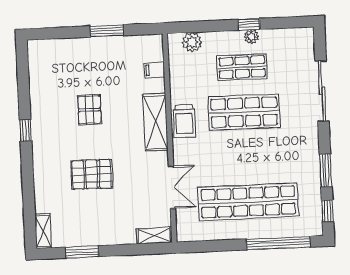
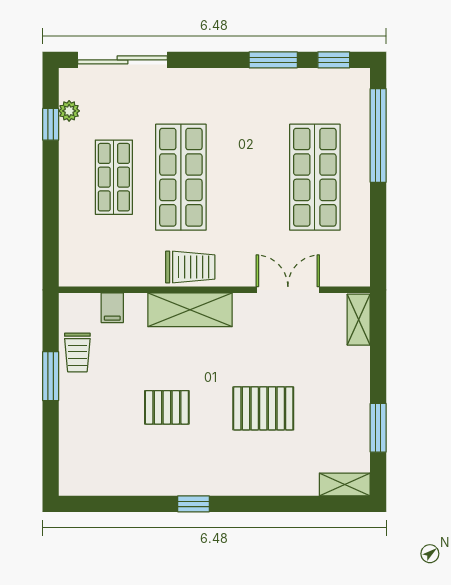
window: (249, 24) -> (51, 124), moved
plant: (251, 37) -> (69, 111), moved
plant: (192, 42) -> (74, 250), removed
trolley: (124, 48) -> (77, 352), added
sliding door: (322, 91) -> (123, 60), moved
pallet: (92, 174) -> (263, 408), turned 90
shop shelf: (248, 202) -> (315, 177), width x0.71

